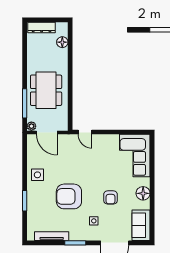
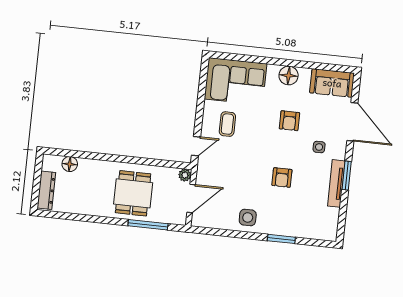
dining table: (46, 90) -> (133, 193), width x0.73
plant: (31, 126) -> (185, 175), moved
coffee table: (103, 153) -> (227, 124), added
armchair: (69, 196) -> (282, 178), width x0.53, depth x0.53
armchair: (110, 197) -> (289, 121), turned 90
tv unit: (52, 236) -> (336, 183), moved

